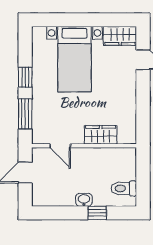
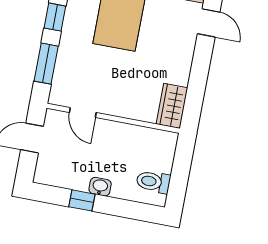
wardrobe: (101, 135) -> (172, 106), moved, turned -90
window: (97, 213) -> (82, 200), moved

